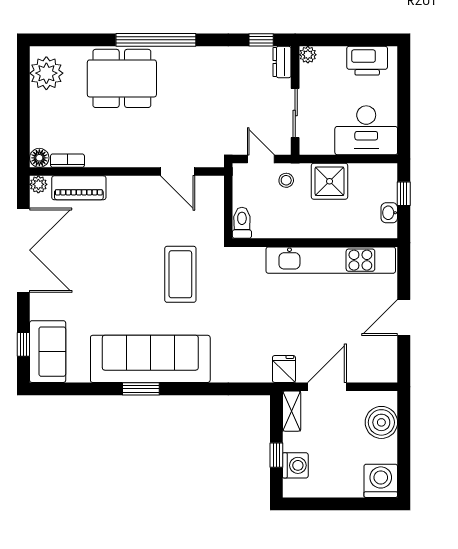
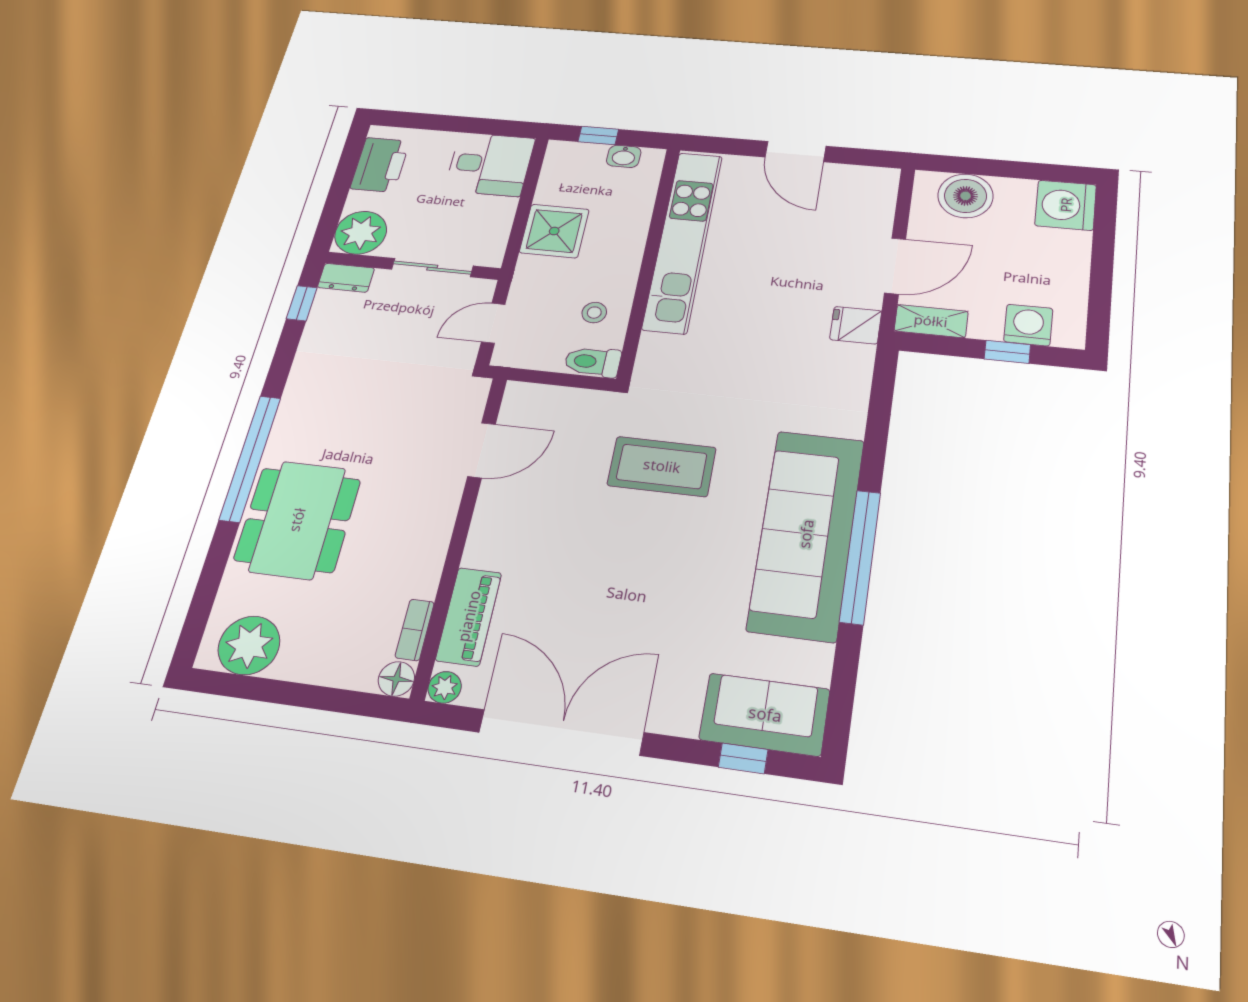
plant: (308, 55) -> (361, 233), width x1.88, depth x1.88
desk: (366, 130) -> (490, 164), width x0.73
stool: (286, 180) -> (594, 313), moved
door: (327, 387) -> (895, 266), swing flipped
window: (141, 389) -> (860, 557), width x2.11

